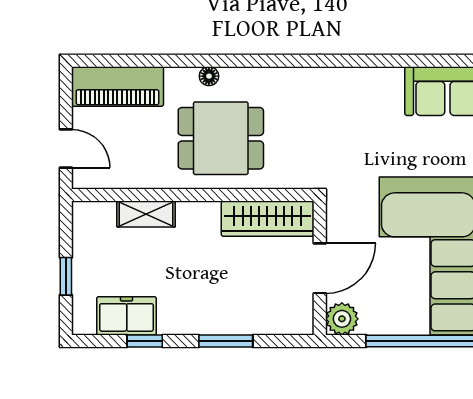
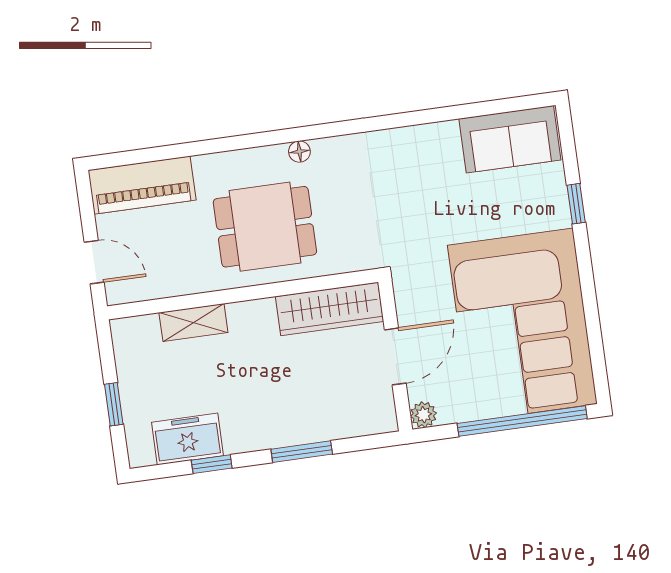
floor lamp: (209, 76) -> (299, 152), moved
plant: (342, 319) -> (423, 415), width x0.73, depth x0.73

